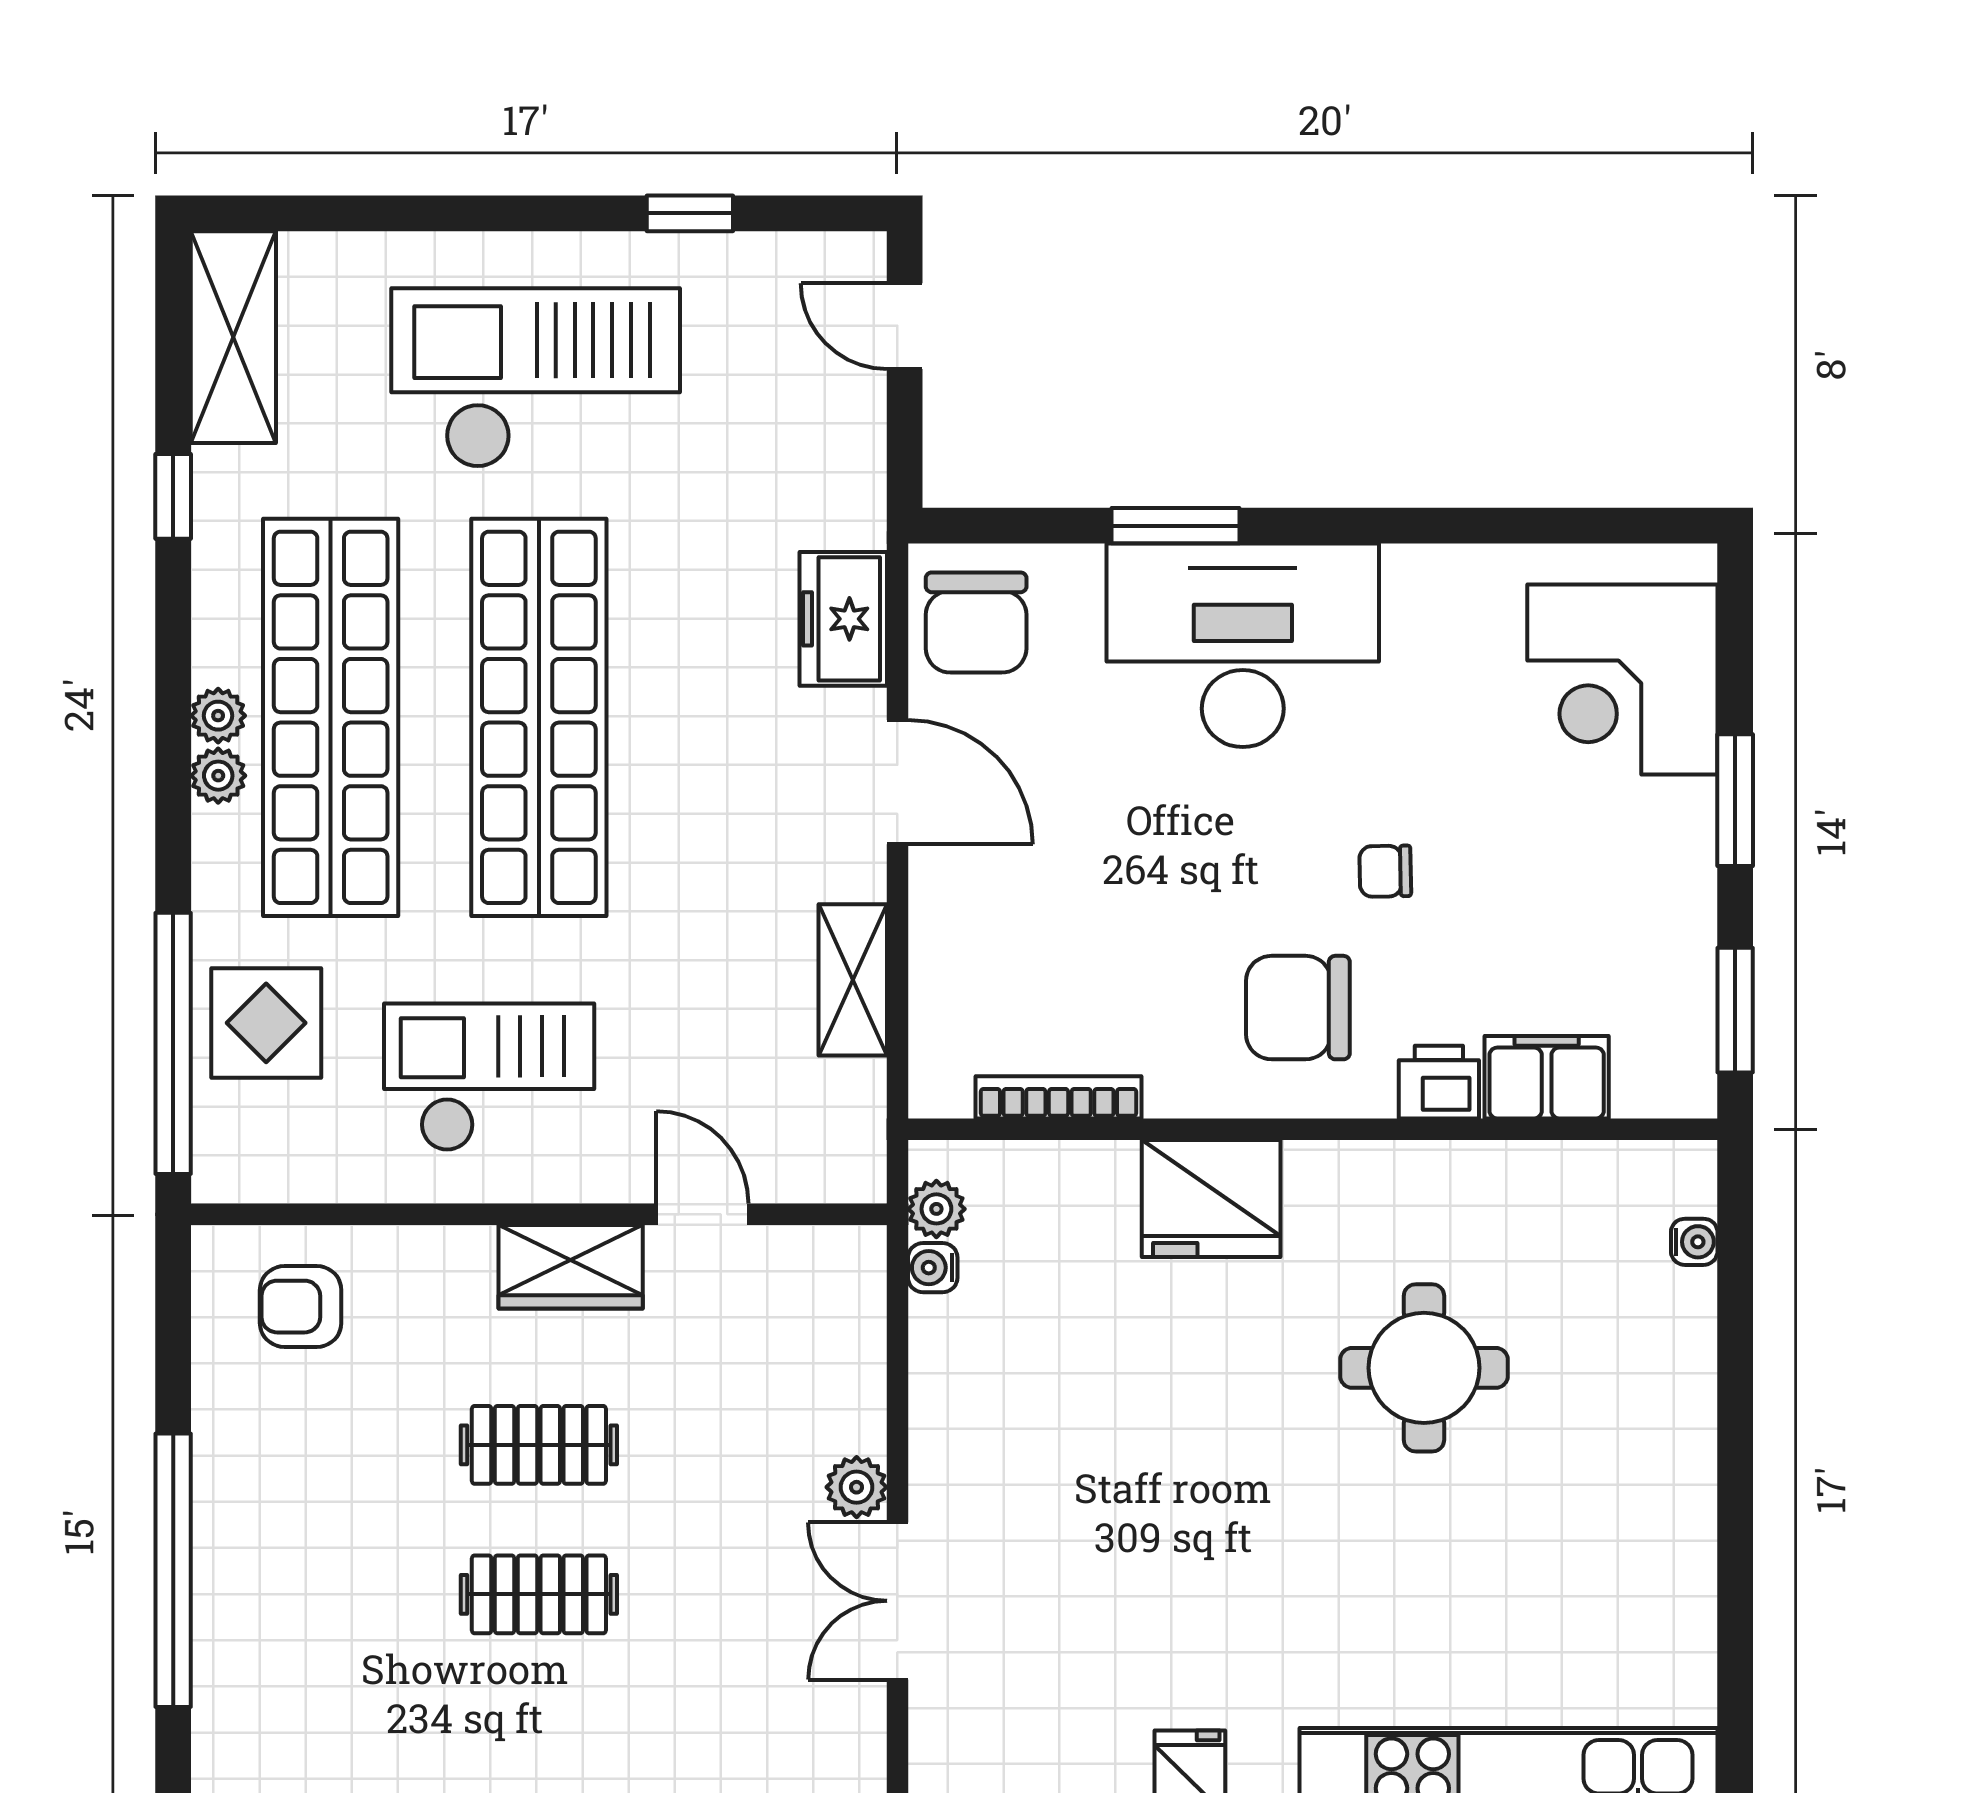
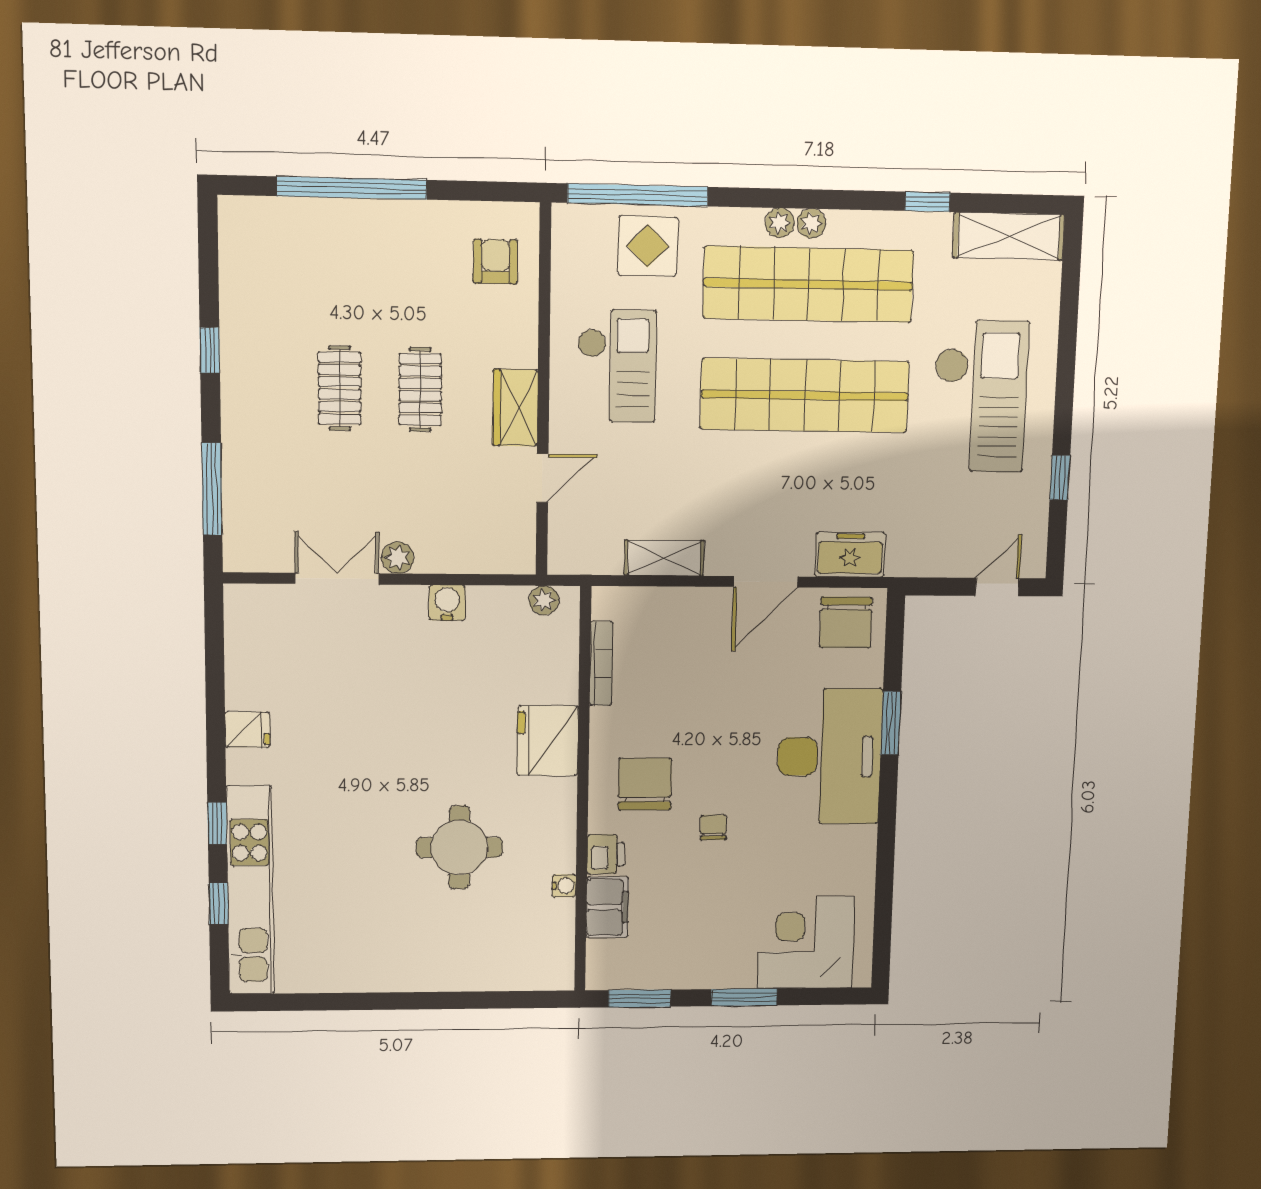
chair: (976, 623) -> (846, 622), turned -90
water cooler: (1694, 1242) -> (564, 886), moved, turned -90
water cooler: (933, 1268) -> (447, 603), moved, width x1.38, depth x1.38

